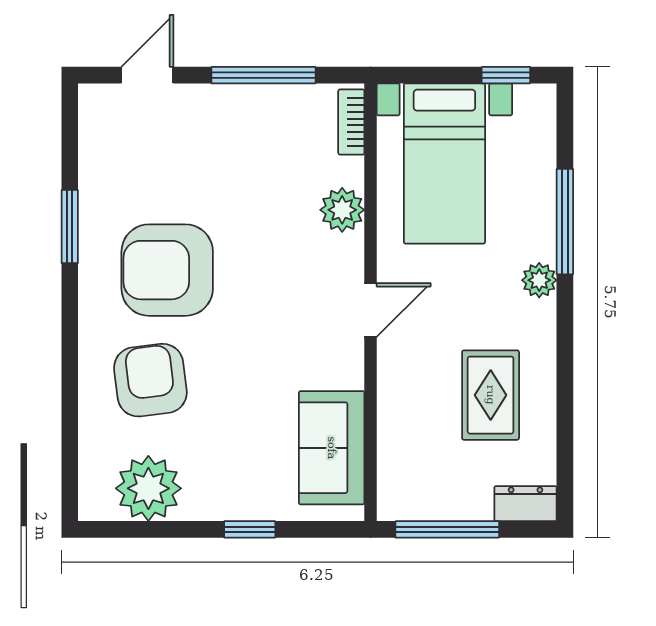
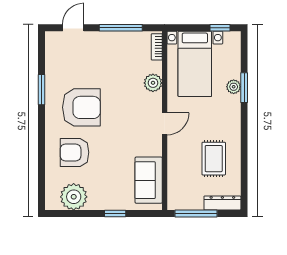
window: (565, 222) -> (244, 88), width x0.69
armchair: (167, 270) -> (81, 107), turned 180
plant: (539, 280) -> (234, 87), moved
armchair: (150, 380) -> (75, 152), turned -83
dresser: (525, 504) -> (222, 203), width x1.44

